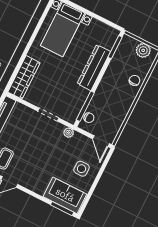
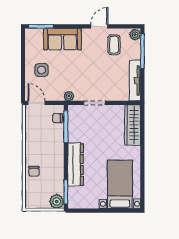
plant: (143, 50) -> (57, 202), moved
sofa: (65, 195) -> (62, 39), moved

